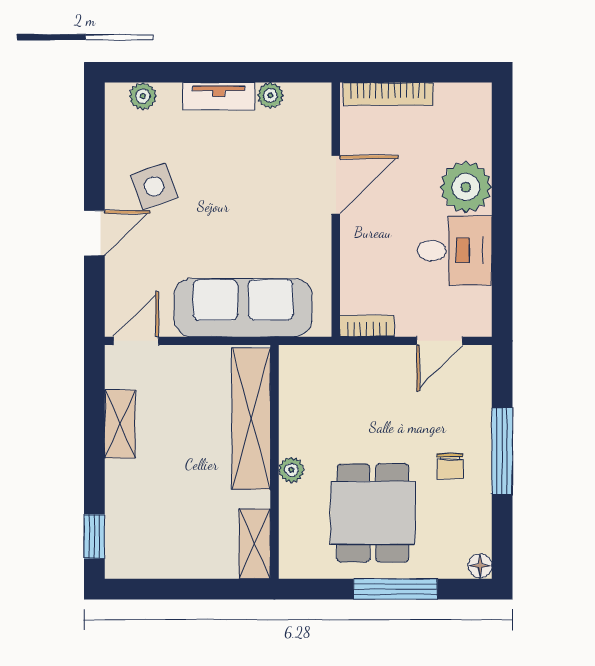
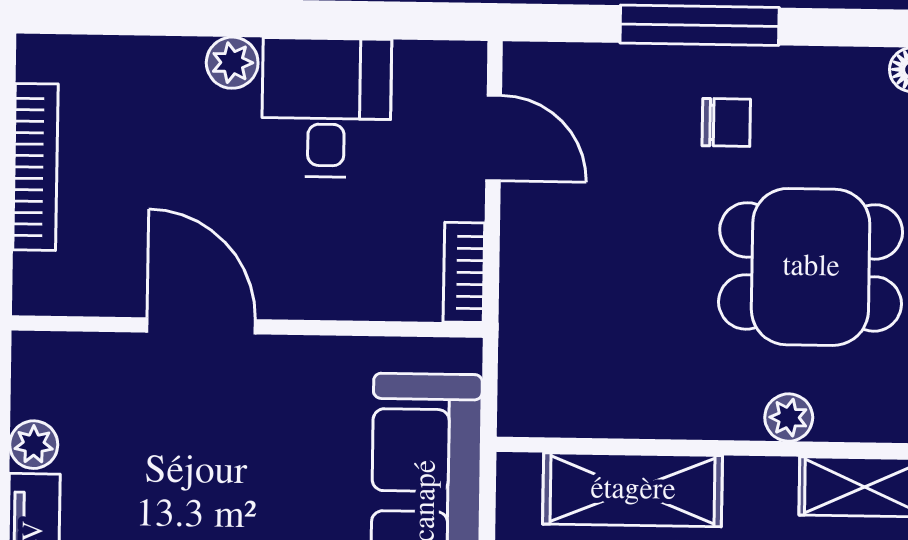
bookcase: (388, 94) -> (35, 167), moved
plant: (466, 187) -> (232, 63), width x0.53, depth x0.53
shelving: (251, 419) -> (633, 490), width x0.68
plant: (291, 470) -> (789, 418), moved

